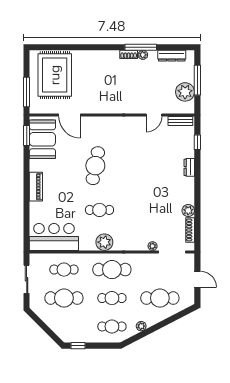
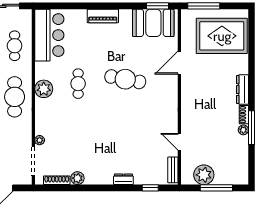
dresser: (172, 56) -> (243, 90), moved
door: (69, 115) -> (179, 63), moved

